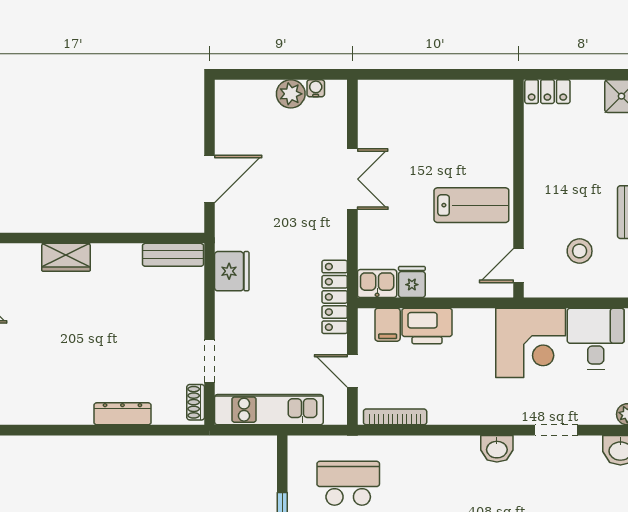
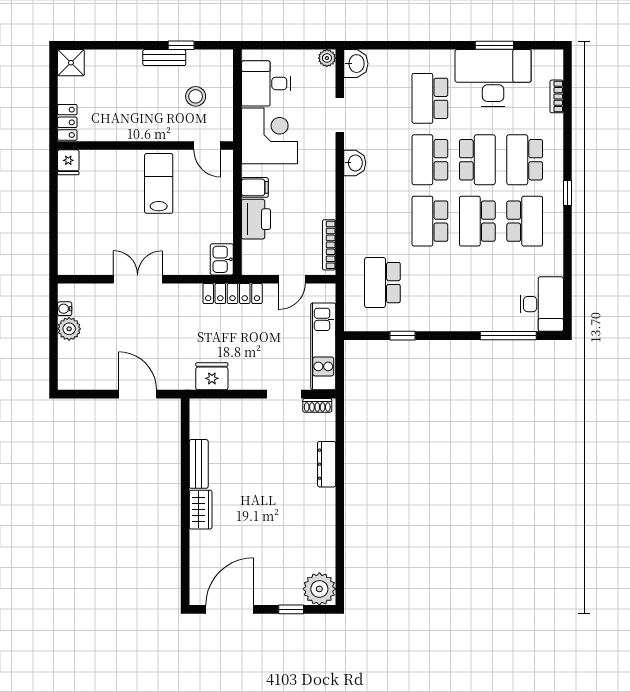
bench: (173, 255) -> (199, 464), moved
fridge: (412, 282) -> (68, 162), moved, turned -90
filing cabinet: (388, 325) -> (255, 187), moved

